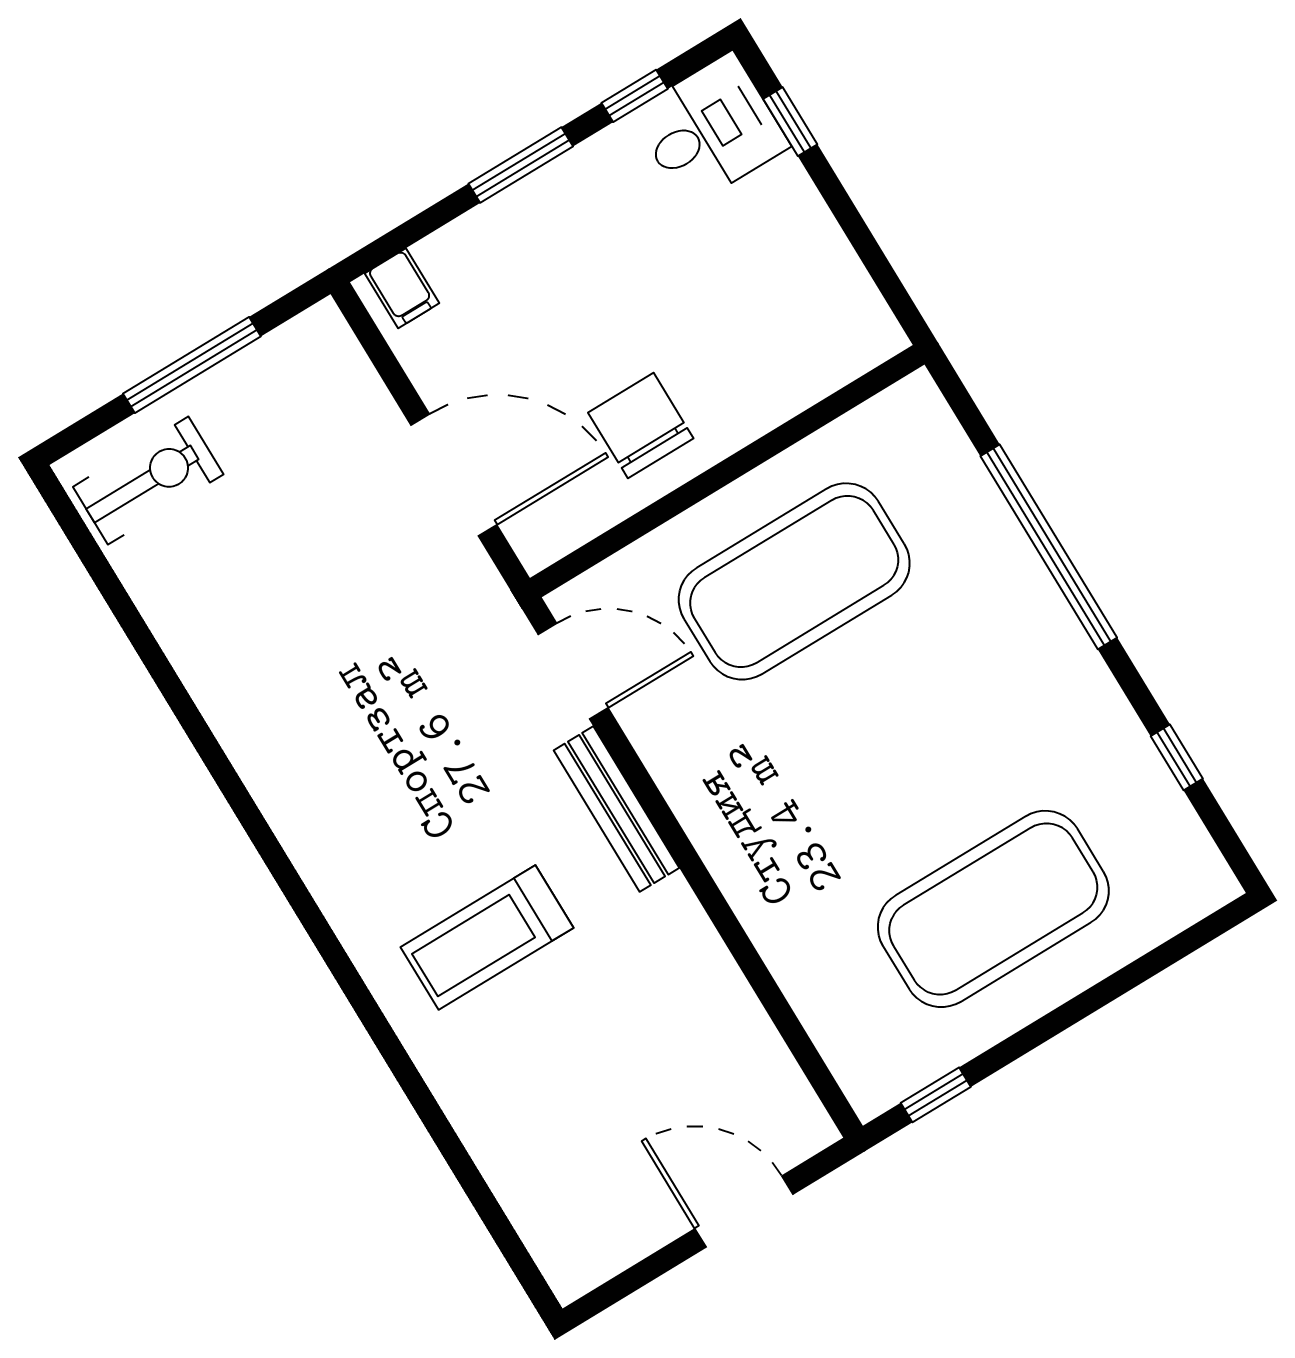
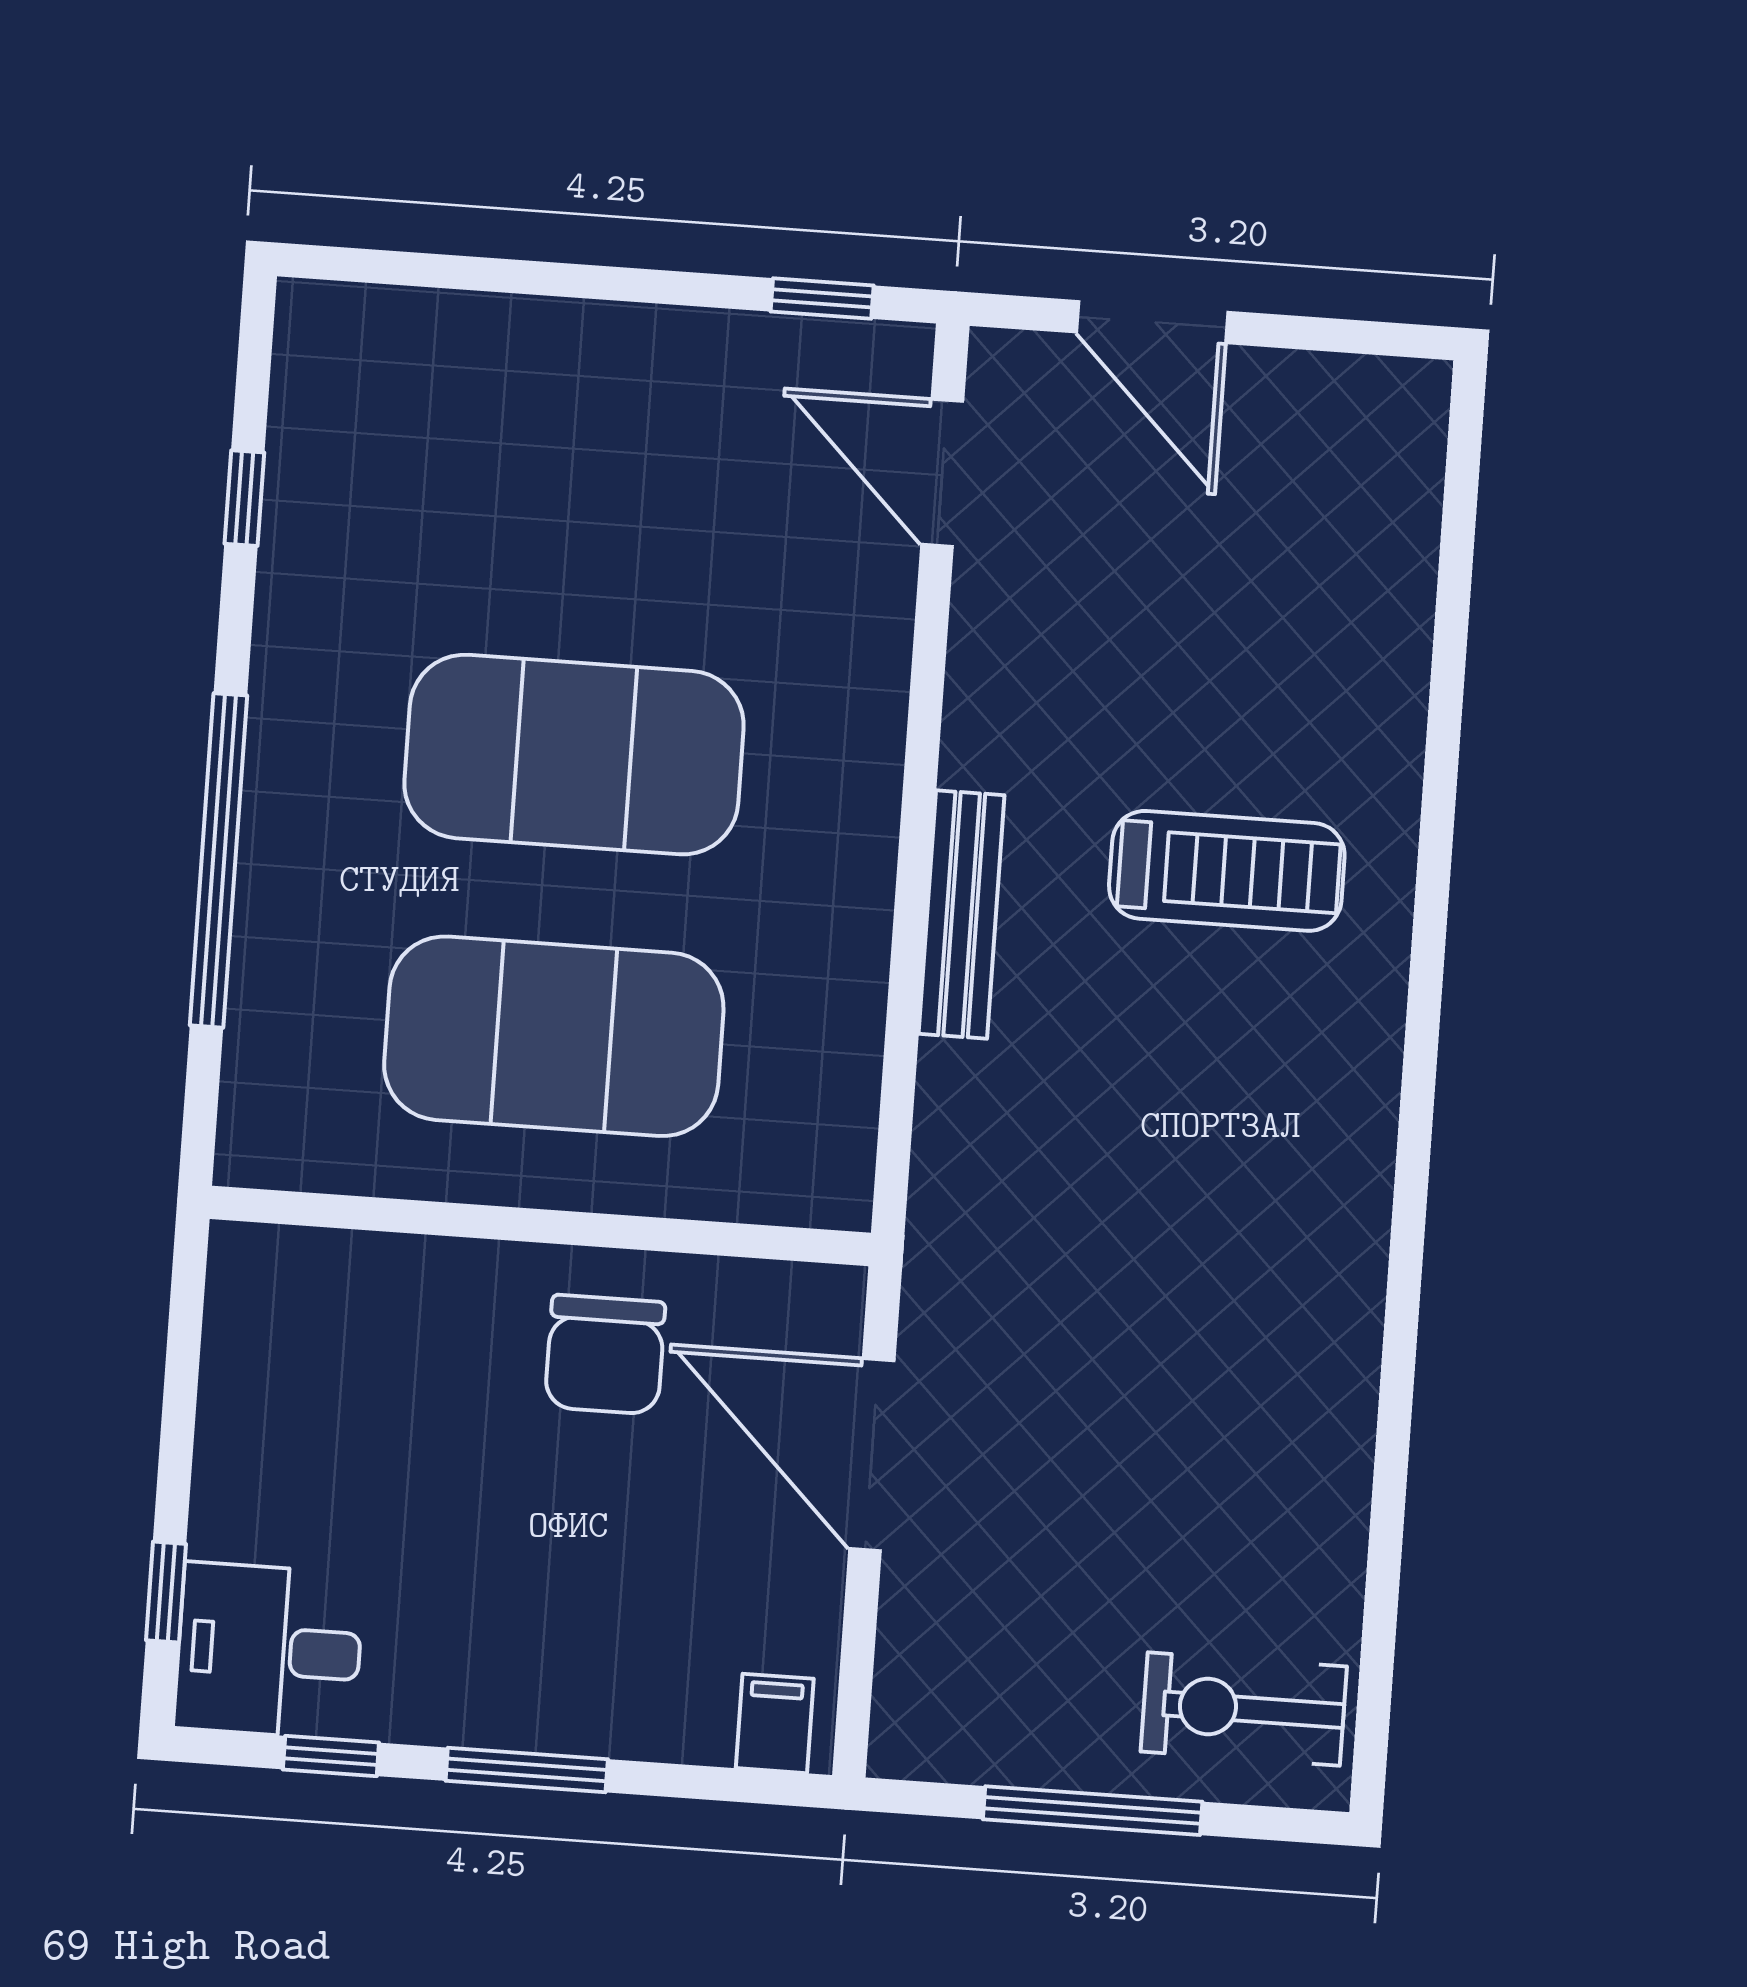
door: (573, 671) -> (942, 473), moved
exercise mat: (993, 909) -> (574, 755), moved

